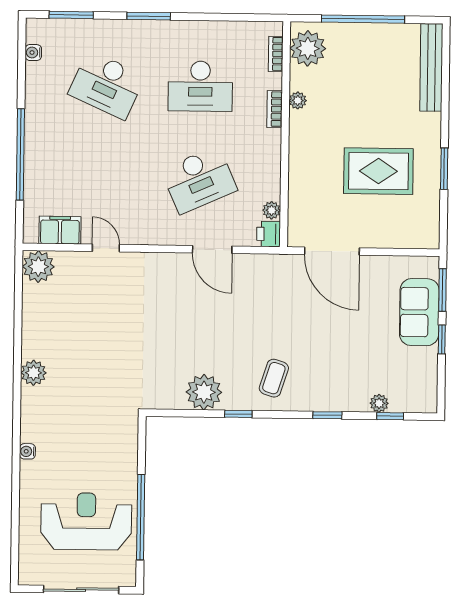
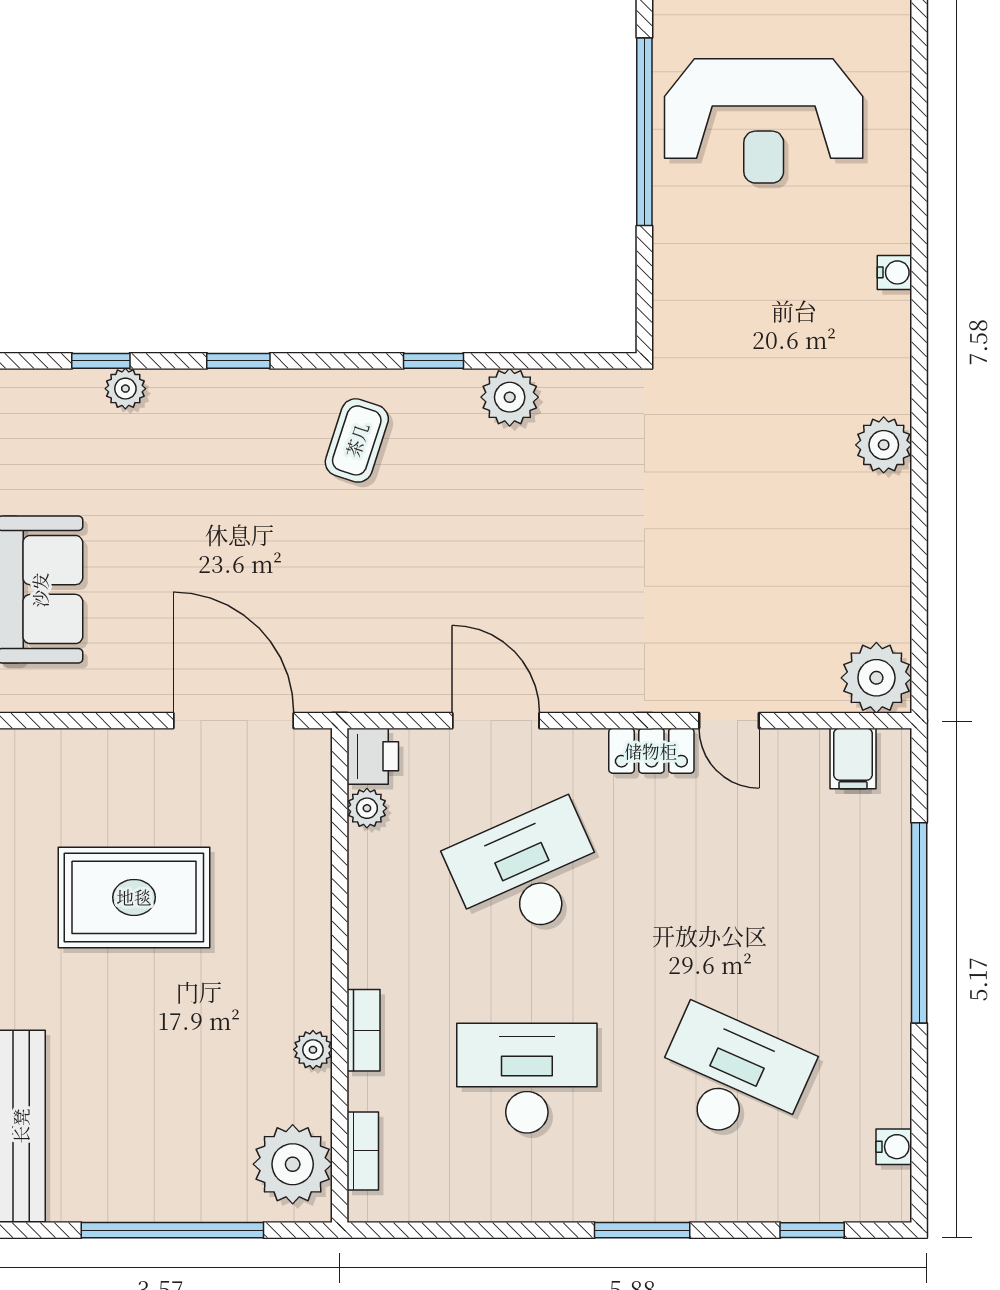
window: (71, 15) -> (812, 1230), width x0.67
filing cabinet: (60, 230) -> (853, 758), width x0.50
locker: (141, 235) -> (651, 751), added
plant: (204, 392) -> (510, 397), width x0.73, depth x0.73

